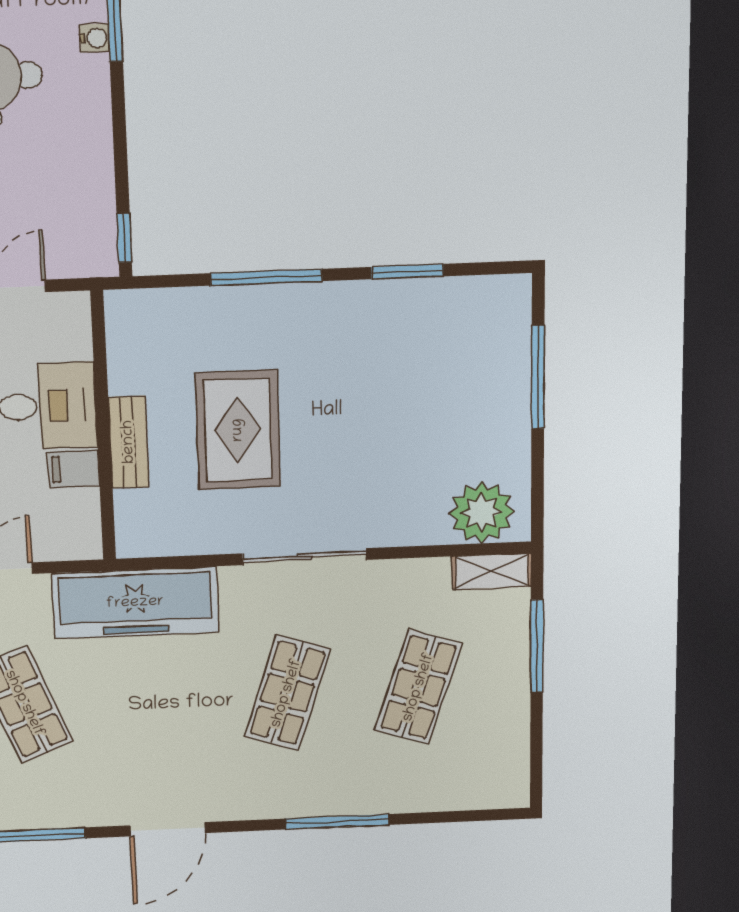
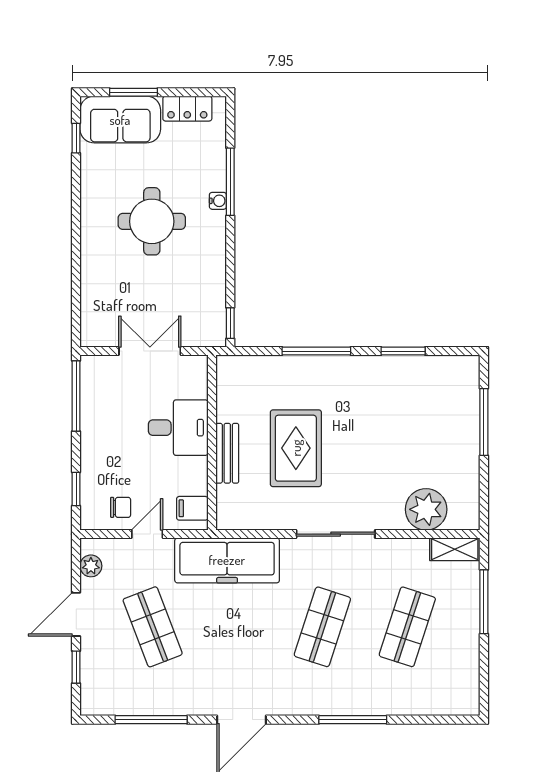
filing cabinet: (74, 469) -> (192, 508), moved
plant: (481, 512) -> (426, 509), moved

